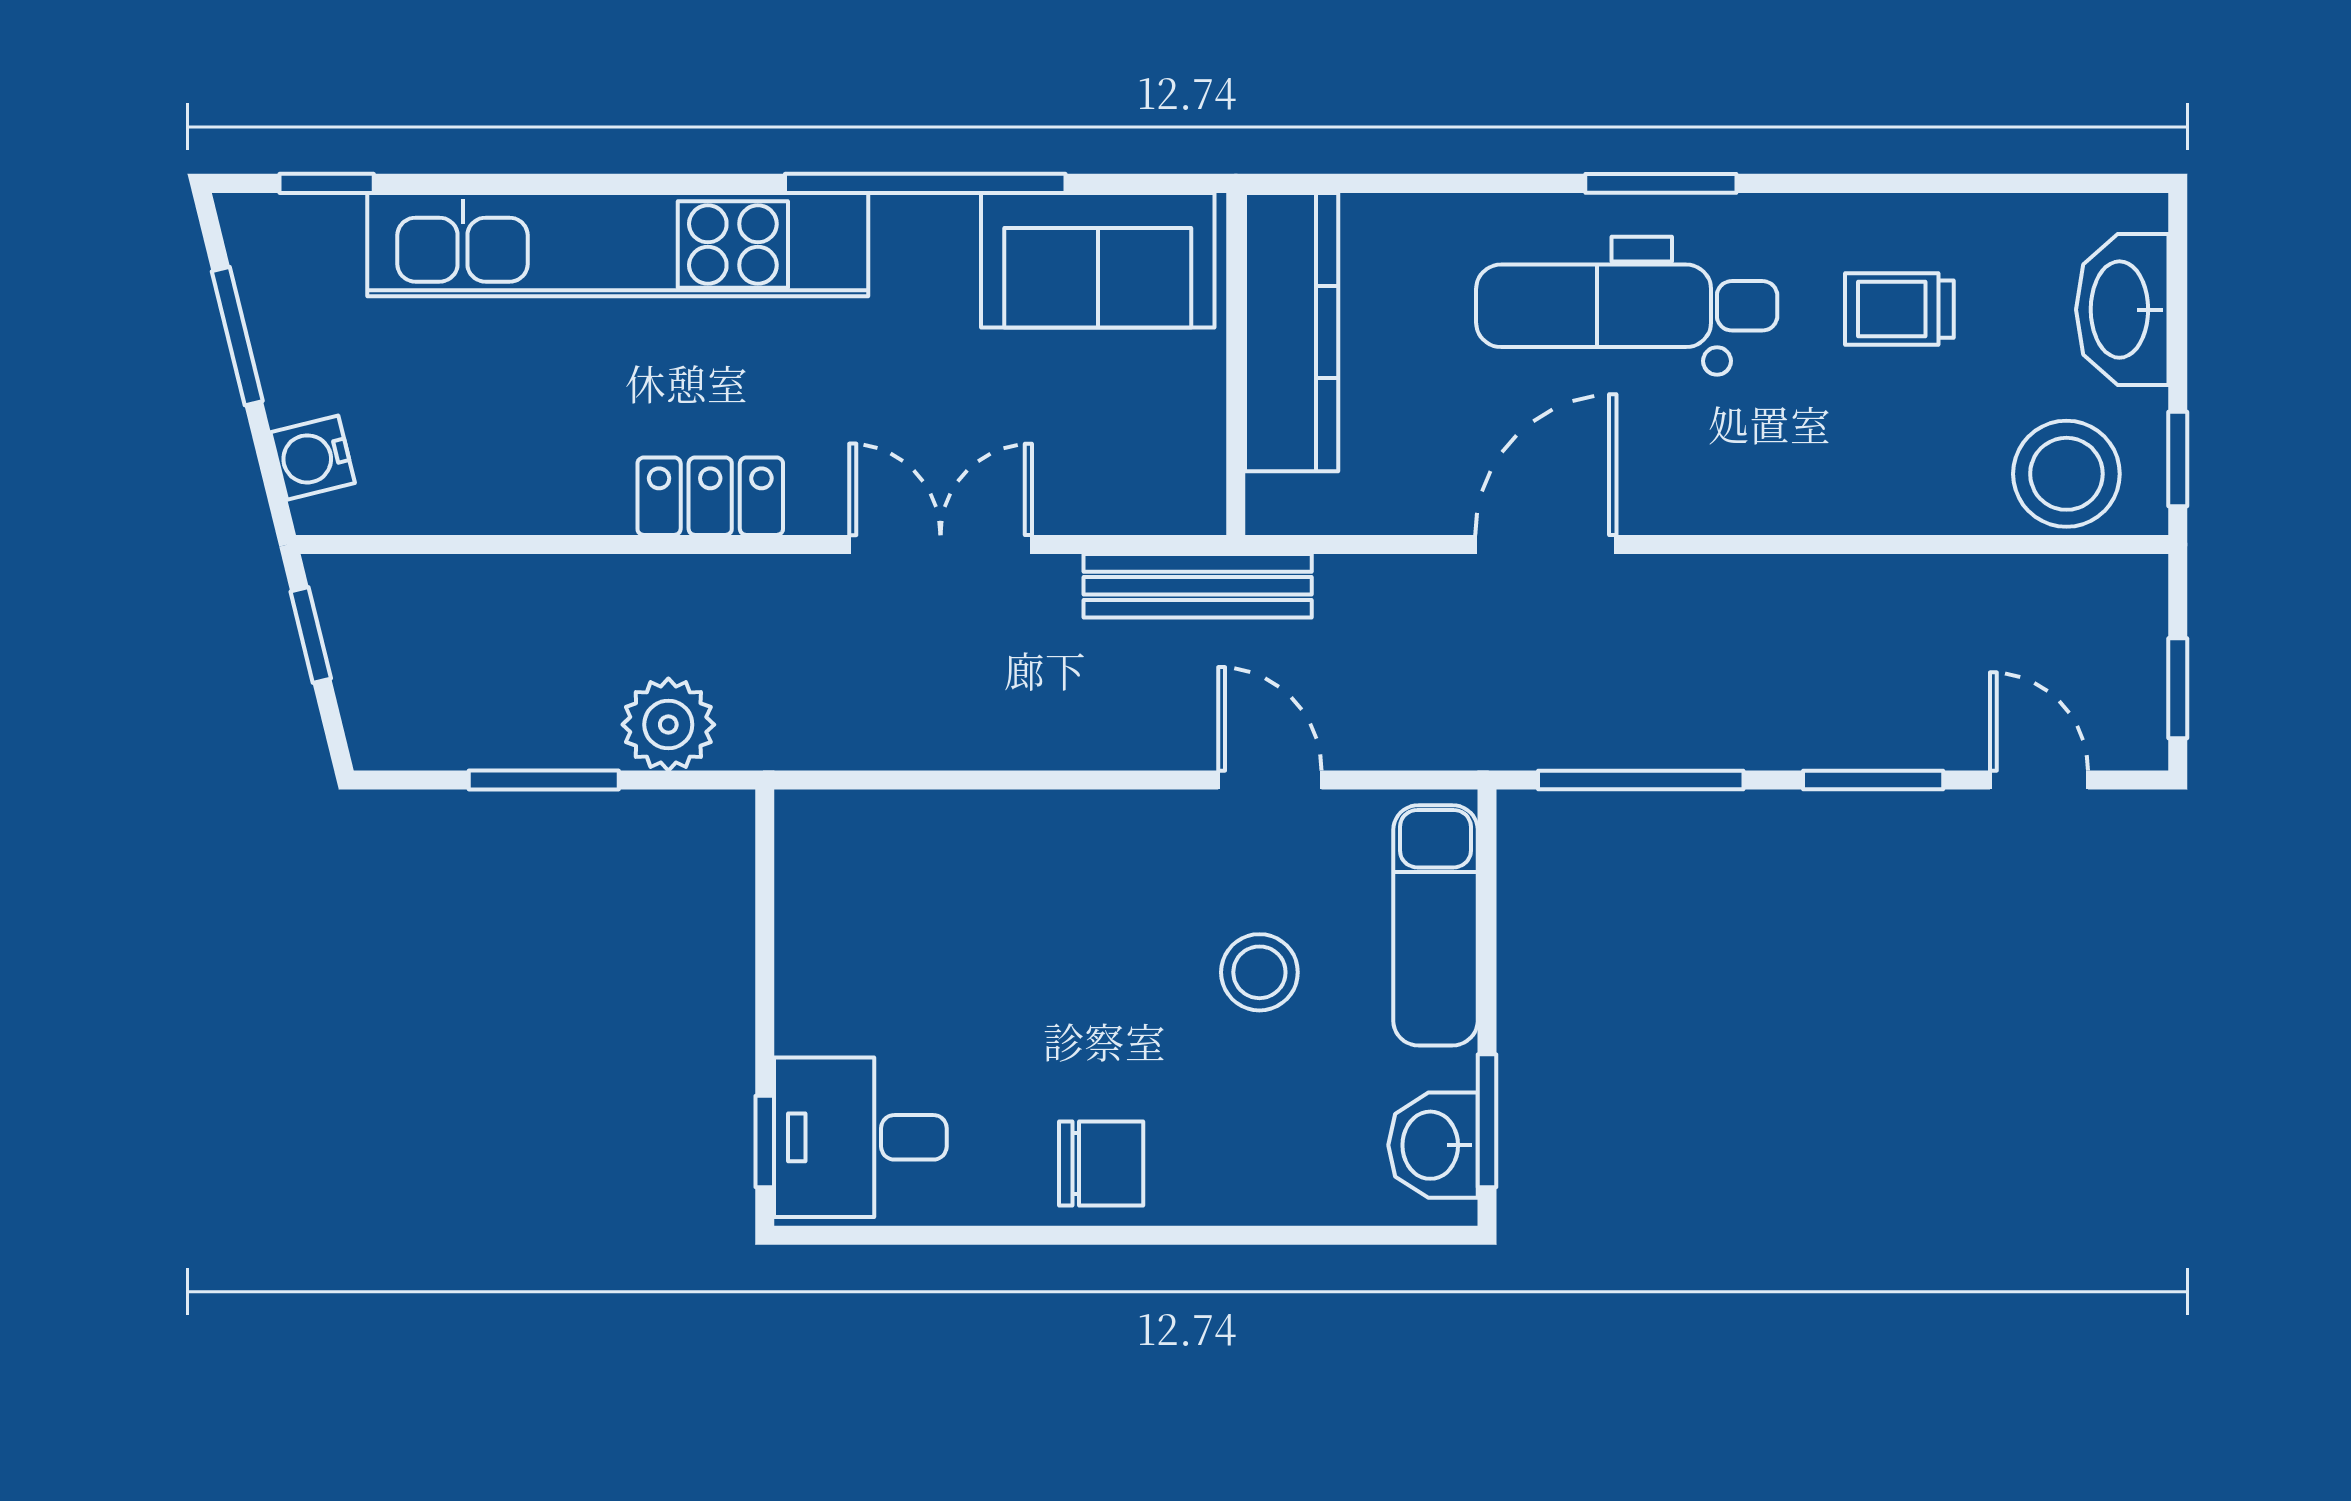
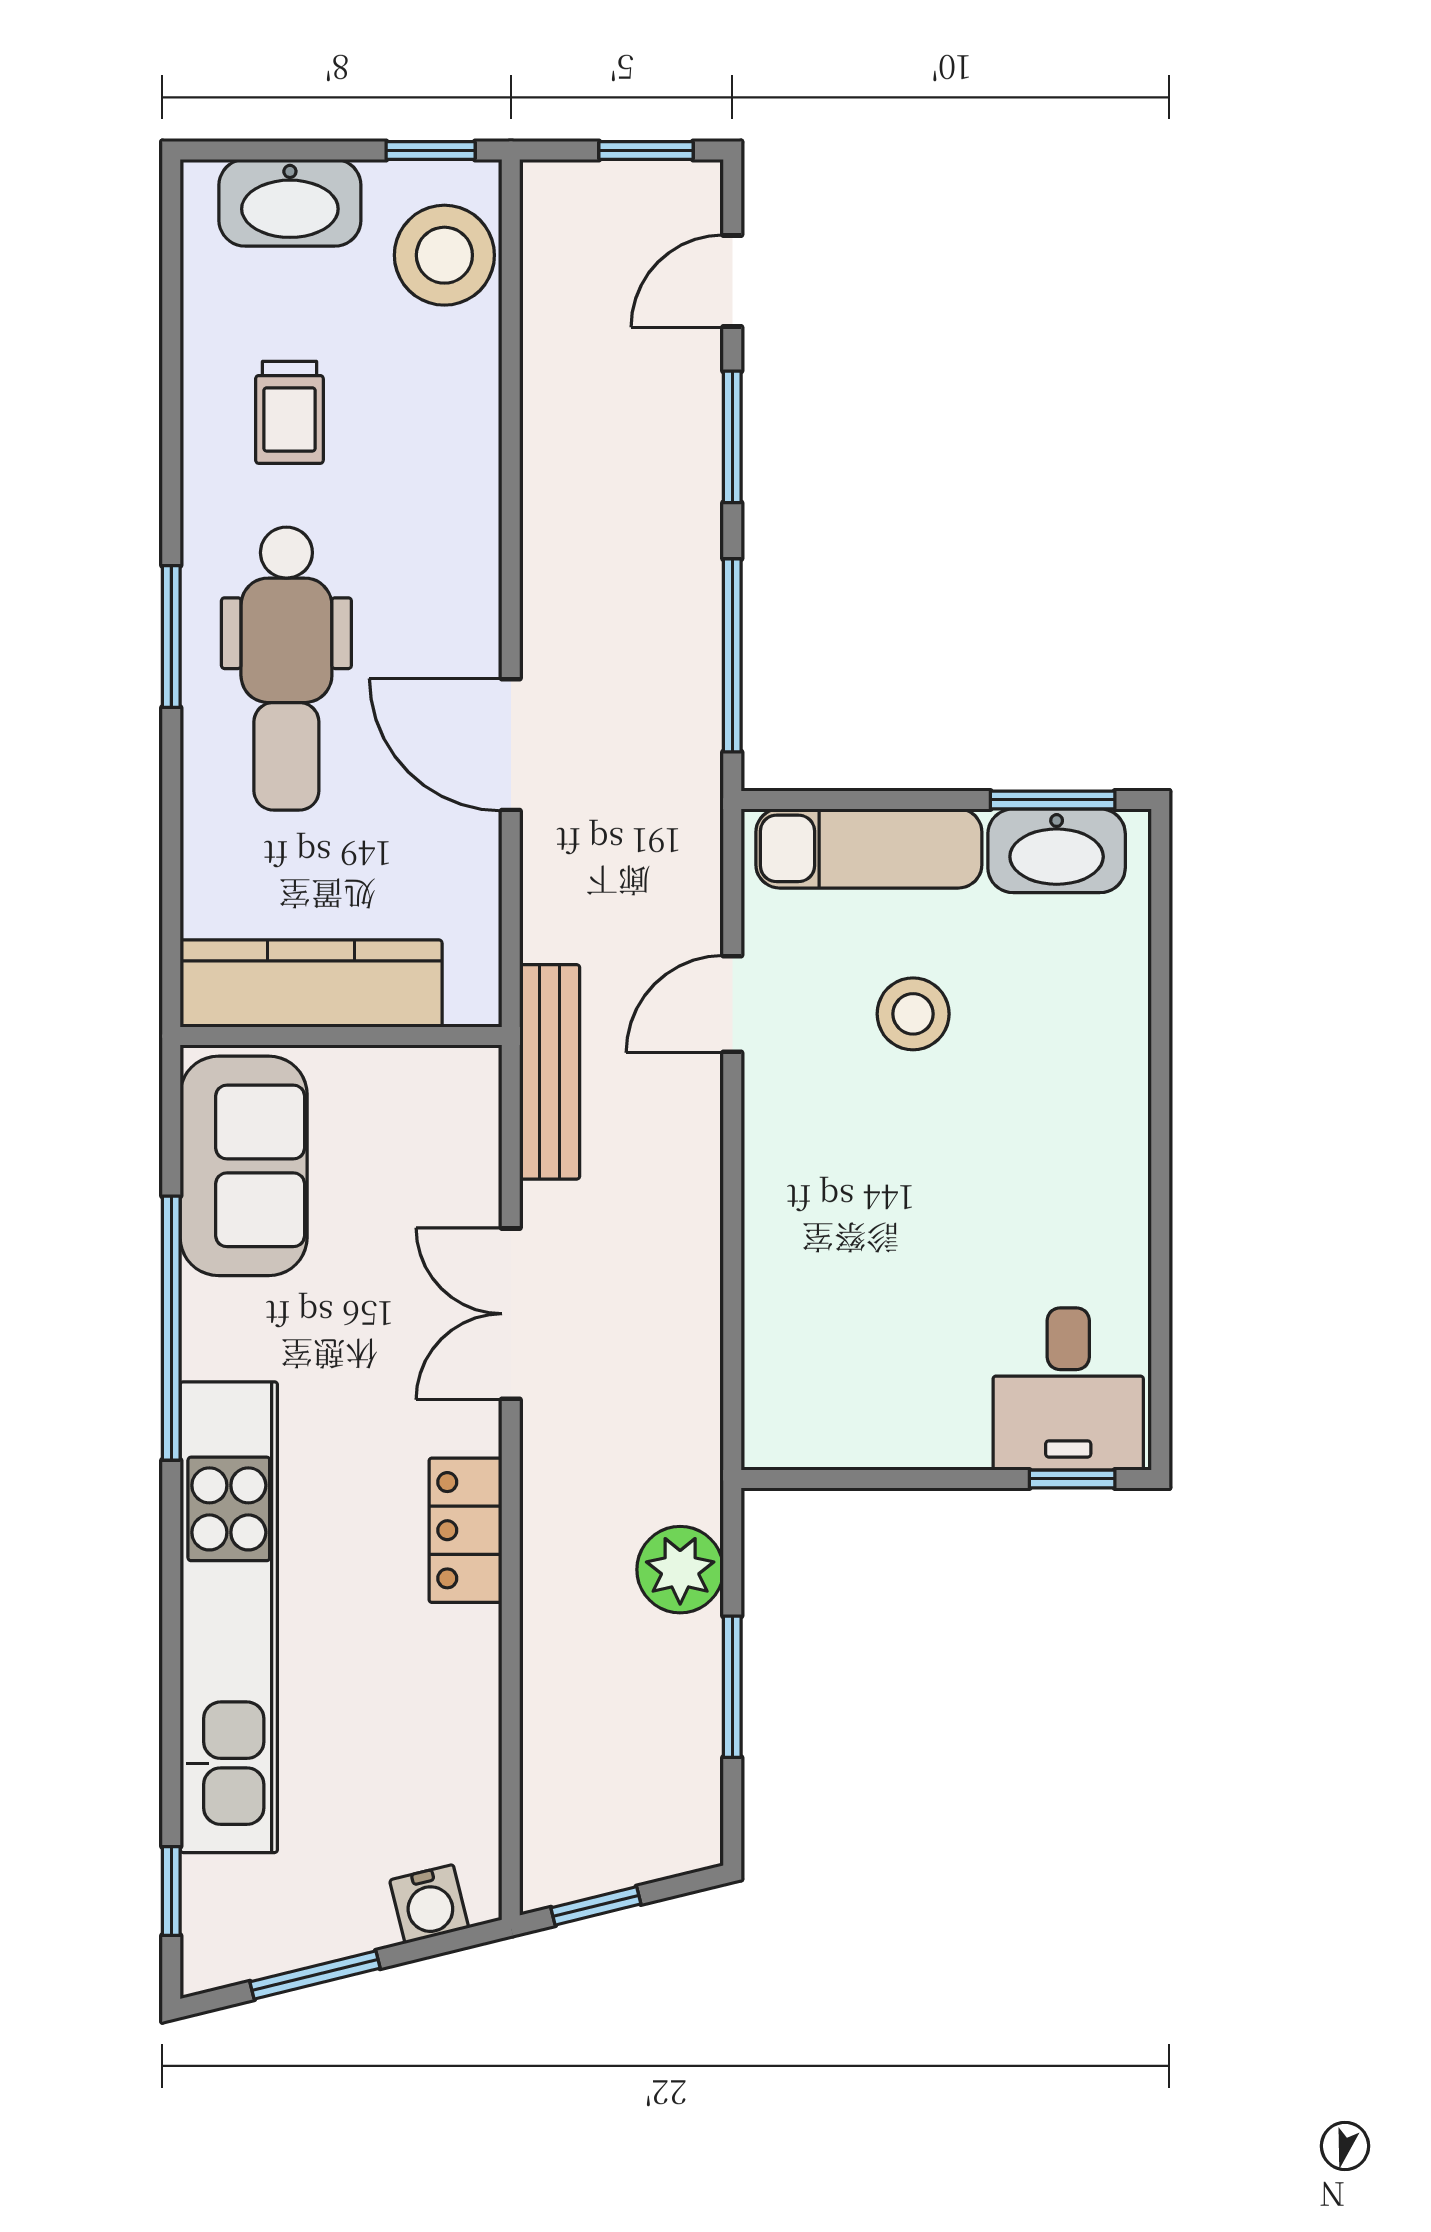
washbasin: (1433, 1145) -> (1057, 851), width x1.38
chair: (1101, 1163) -> (1093, 1163), removed

